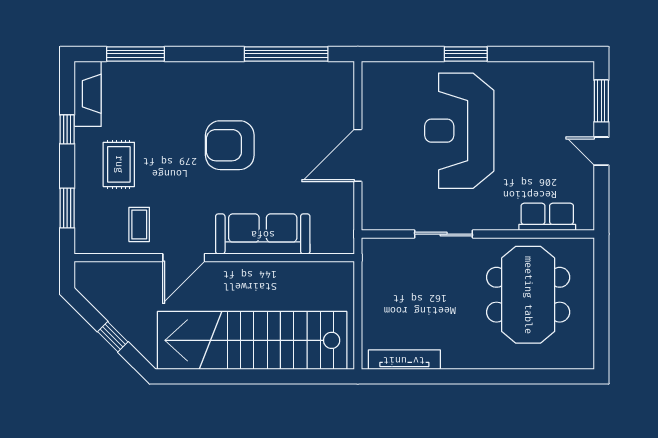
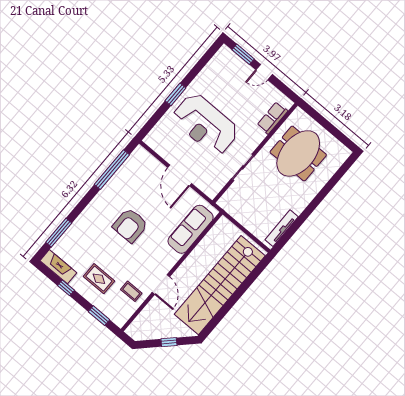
sofa: (263, 234) -> (191, 229), moved
meeting table: (528, 295) -> (298, 153), turned 90

